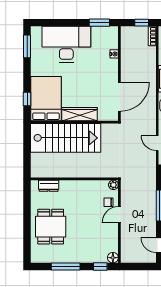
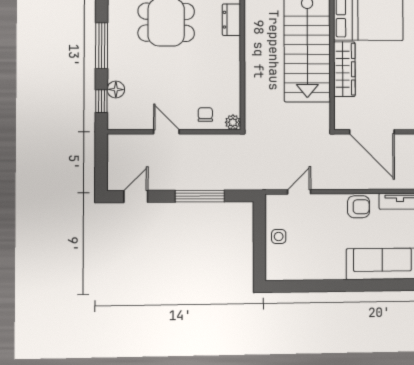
door: (119, 215) -> (166, 132), moved
floor lamp: (113, 258) -> (116, 90), moved

